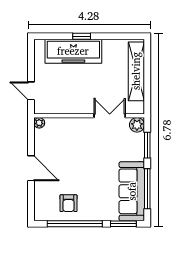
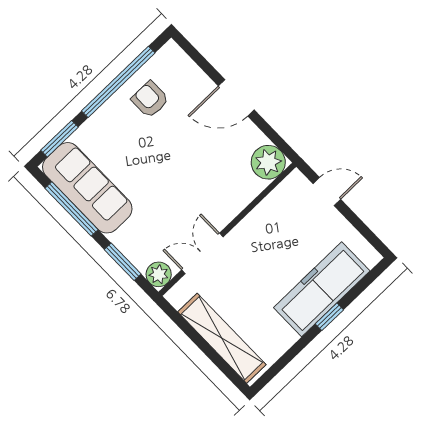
double door: (110, 116) -> (202, 253), swing flipped
plant: (39, 123) -> (268, 162), width x1.87, depth x1.87

